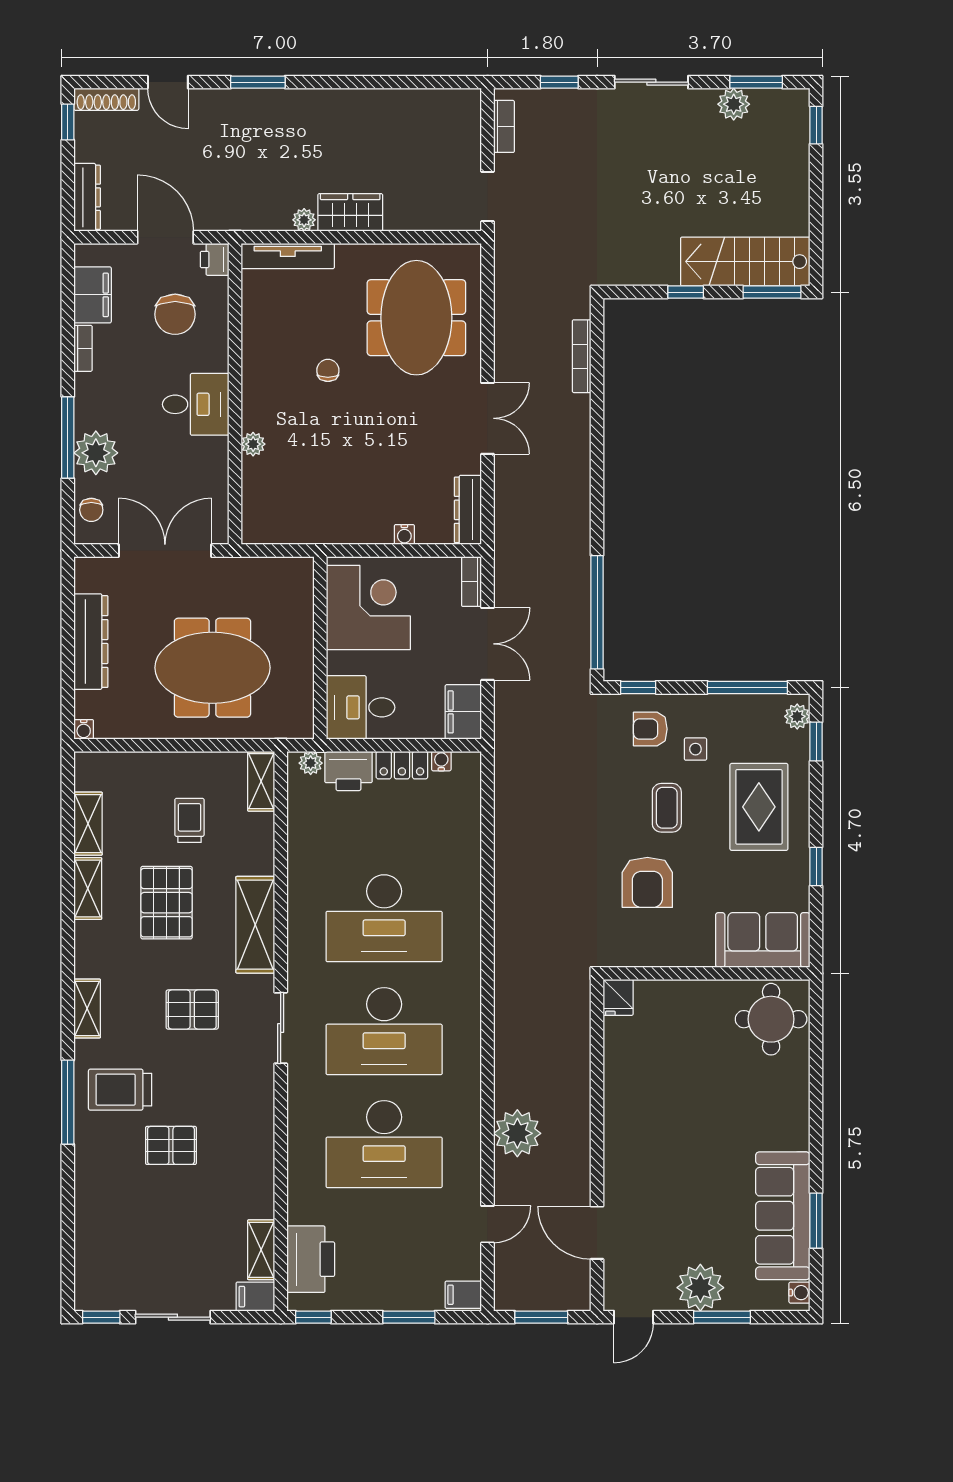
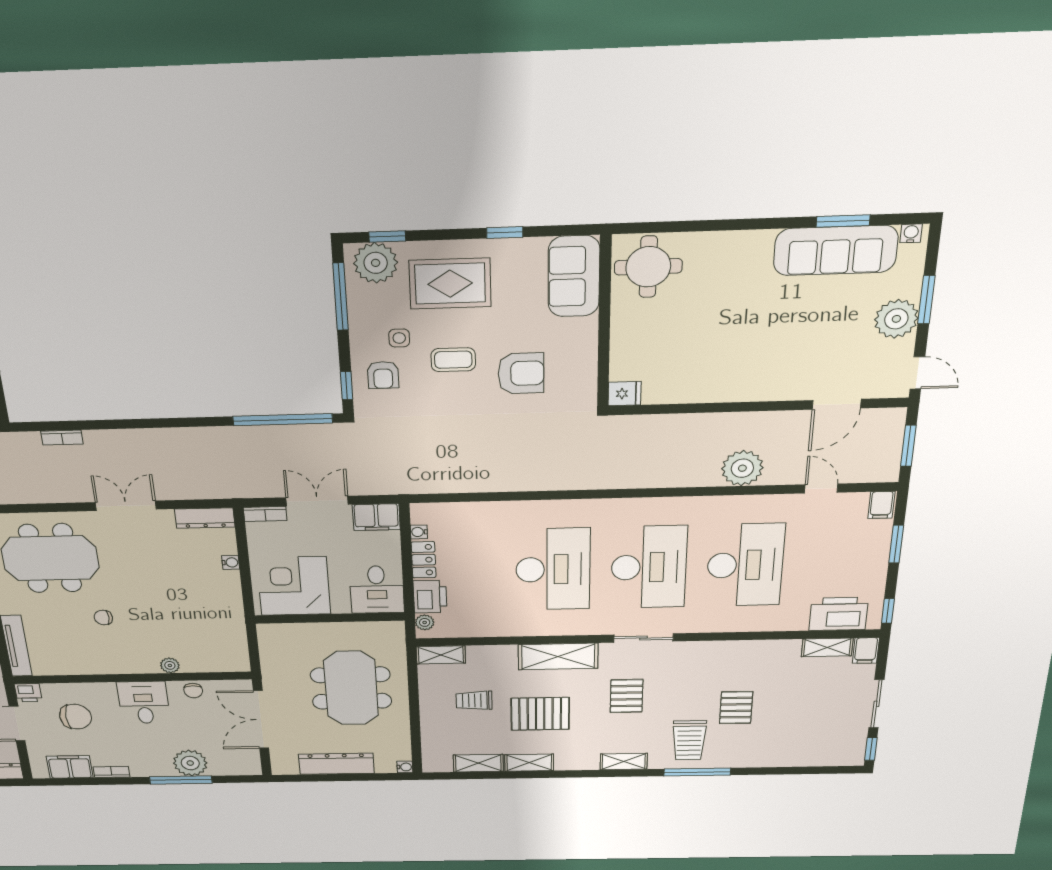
bookcase: (582, 356) -> (62, 438), width x0.64
chair: (91, 510) -> (193, 691), moved, turned 90
plant: (797, 716) -> (376, 263), width x1.88, depth x1.88

